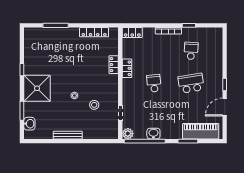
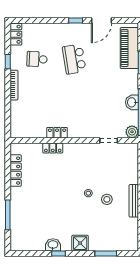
locker: (132, 33) -> (16, 34), moved
school desk: (154, 83) -> (74, 102), removed
shower: (37, 88) -> (80, 243), width x0.54, depth x0.54
stool: (94, 105) -> (107, 199), moved
door: (225, 107) -> (101, 20), hinge flipped
washbasin: (29, 124) -> (53, 245), moved

